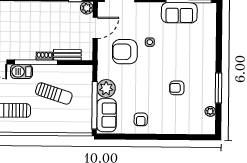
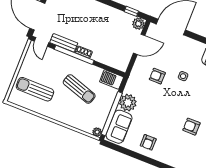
armchair: (125, 52) -> (157, 76), width x0.53, depth x0.53
bench: (67, 55) -> (64, 43), moved
barbecue: (22, 72) -> (112, 79), moved
plant: (87, 129) -> (97, 132), added

